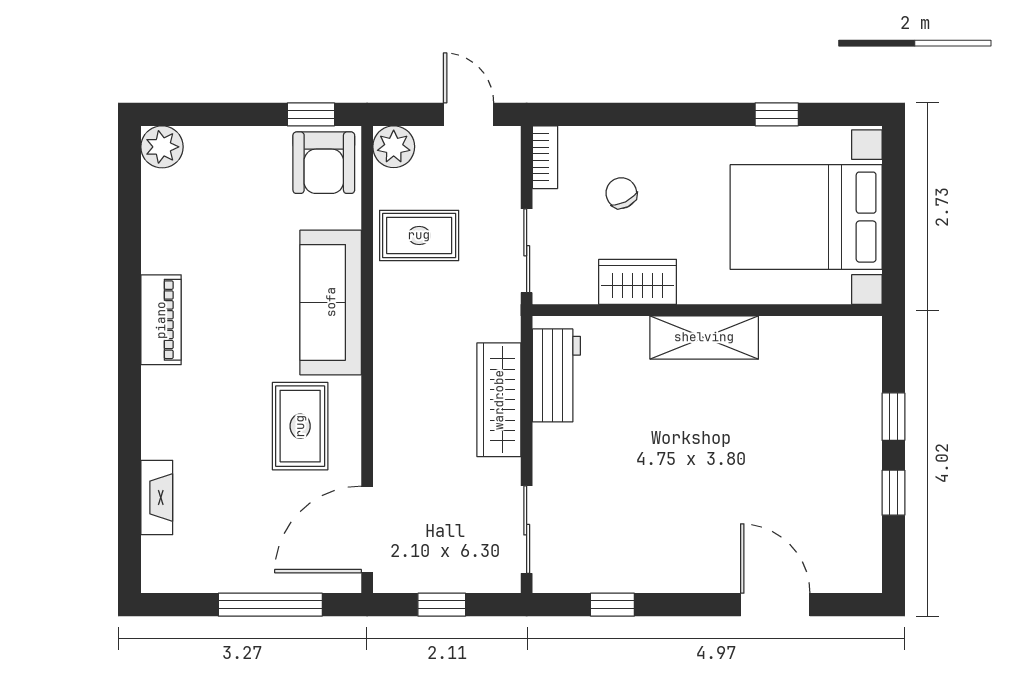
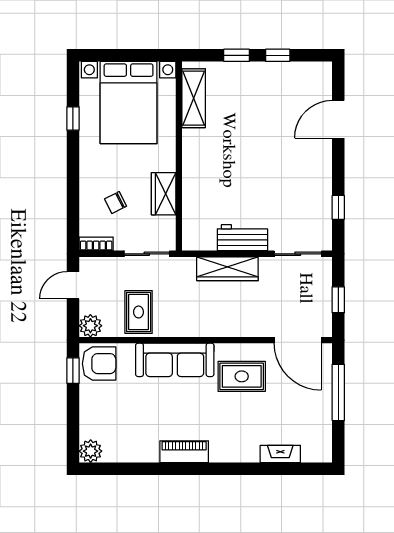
shelving: (704, 337) -> (194, 98), moved
workbench: (556, 375) -> (242, 238), moved

